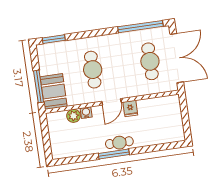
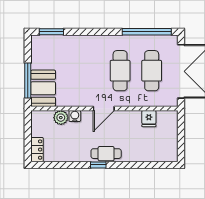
cafe table: (93, 70) -> (120, 71), moved
fridge: (130, 109) -> (149, 119), moved
locker: (56, 148) -> (37, 150), added
window: (114, 154) -> (98, 165), width x0.46

